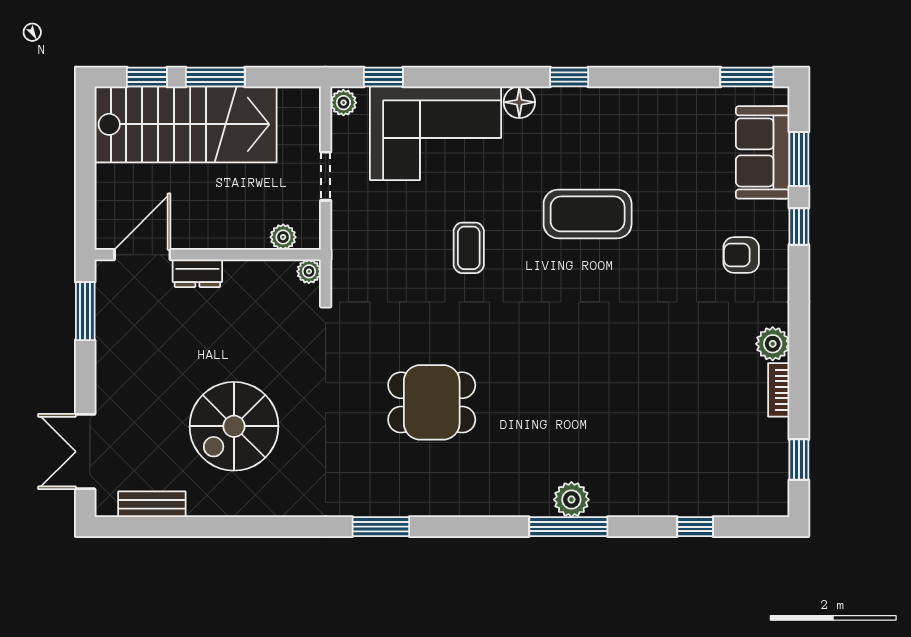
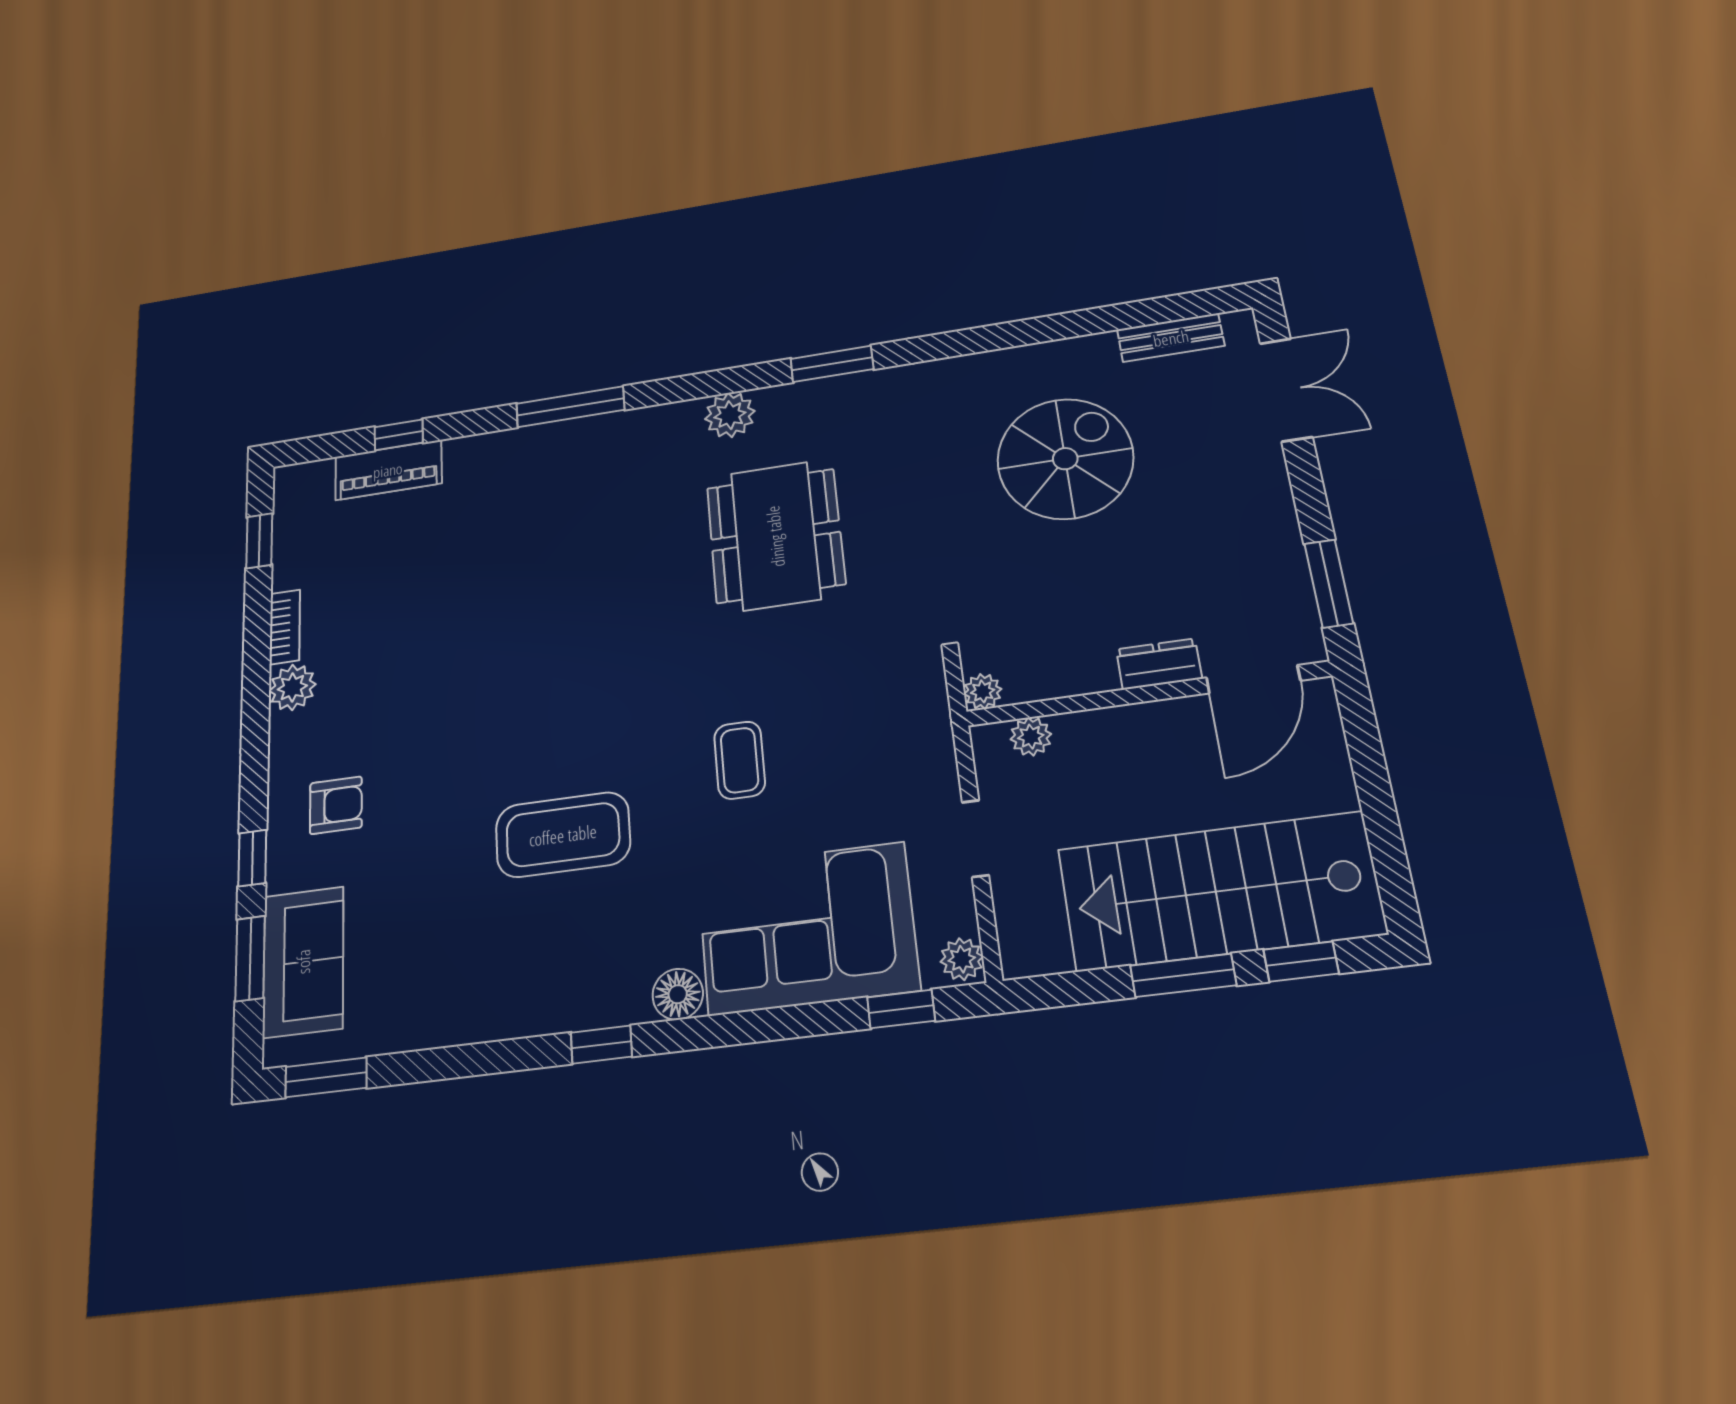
dining table: (432, 402) -> (775, 536), width x1.38
plant: (571, 500) -> (730, 415), moved
piano: (703, 500) -> (388, 470), added

